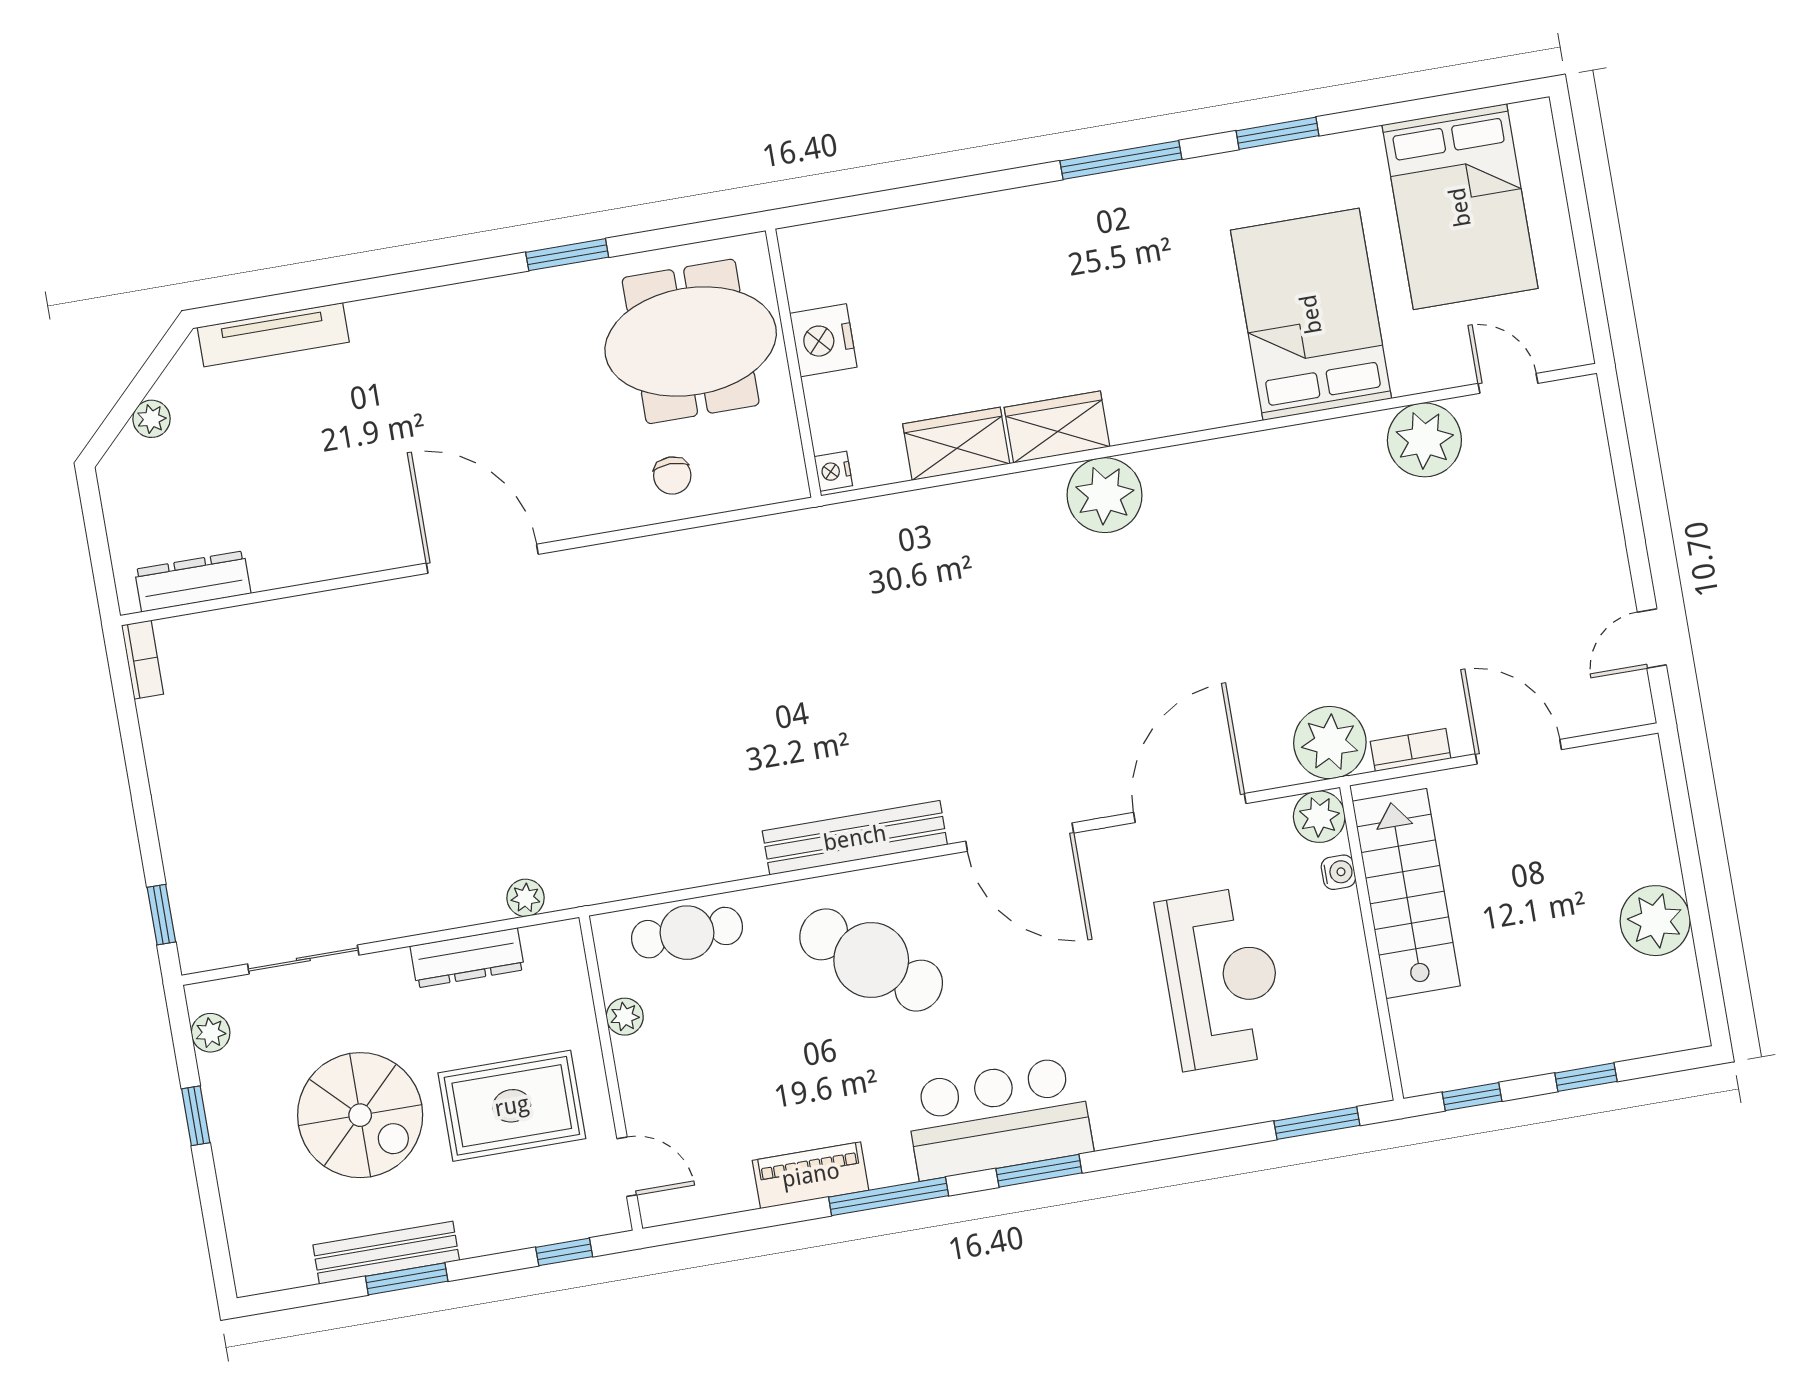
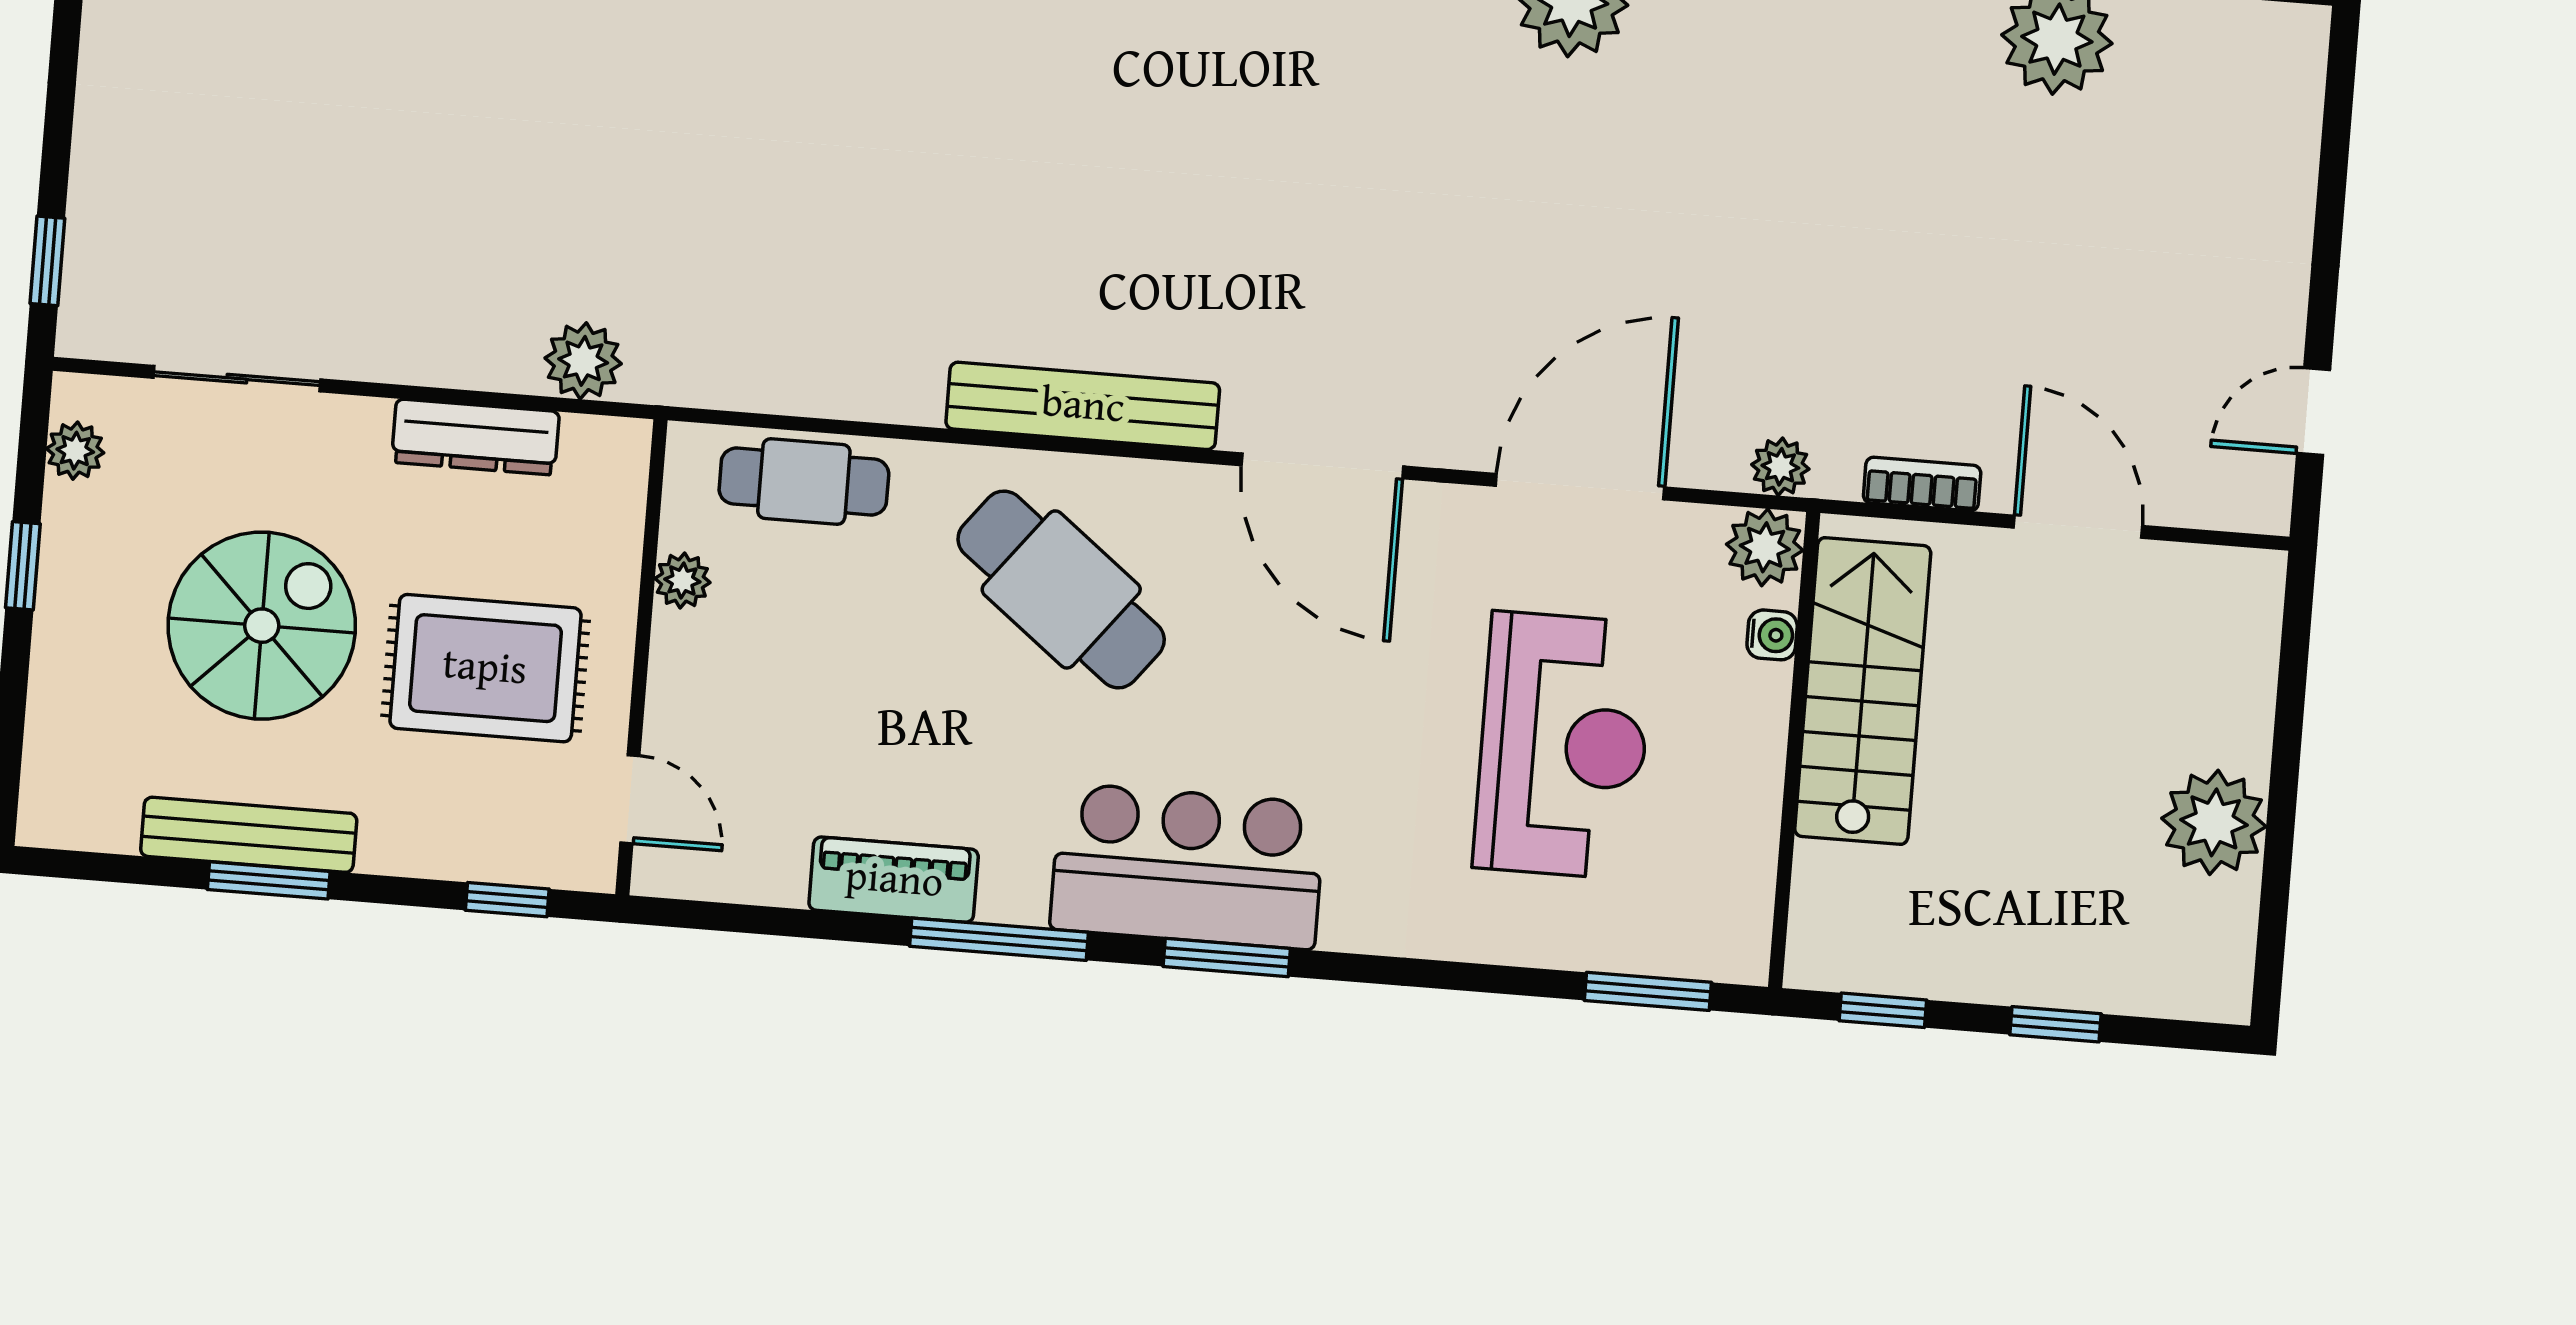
plant: (1330, 743) -> (1780, 467), width x0.53, depth x0.53
plant: (526, 898) -> (583, 361), width x1.38, depth x1.38
spiral stairs: (360, 1115) -> (262, 626), turned -90

